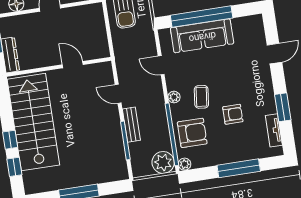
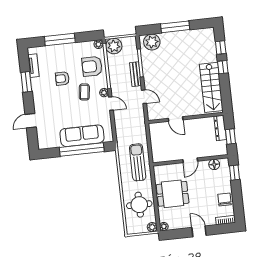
door: (161, 65) -> (111, 104), moved
stairs: (33, 122) -> (211, 87), width x0.73, depth x0.66
plant: (110, 170) -> (152, 42), added

